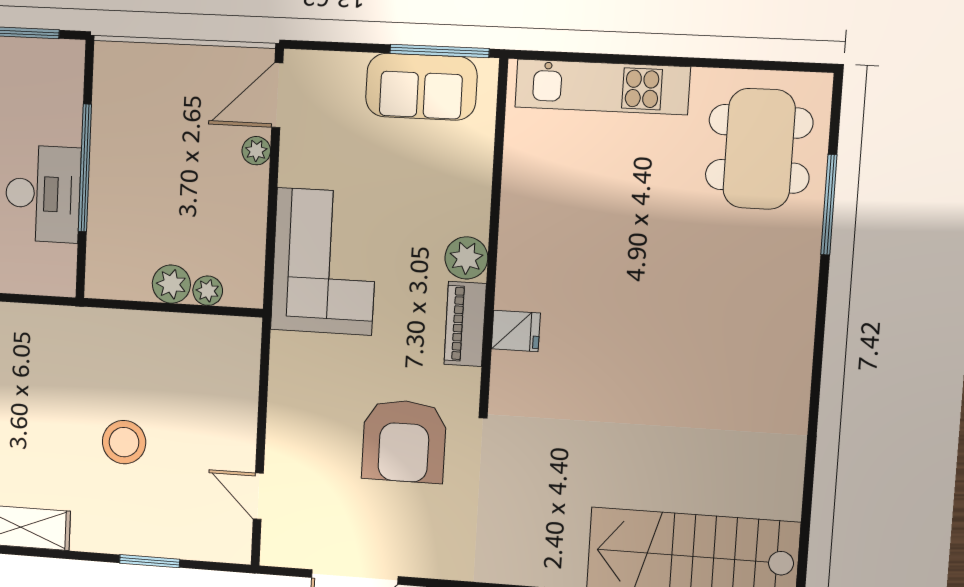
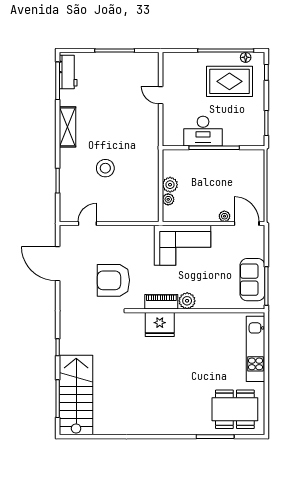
fridge: (516, 331) -> (160, 325), width x1.88, depth x1.34

